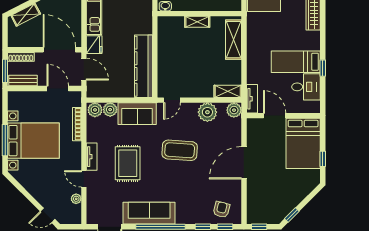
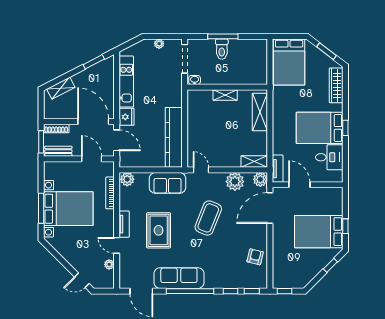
bed: (296, 62) -> (320, 128), width x1.50
window: (323, 68) -> (345, 128), moved
door: (172, 100) -> (201, 170), swing flipped
plant: (110, 110) -> (142, 179), removed
bed: (303, 143) -> (319, 232), moved, turned 90
coffee table: (180, 150) -> (208, 218), turned -72
door: (244, 163) -> (270, 208), moved
armchair: (221, 209) -> (255, 257), moved
window: (292, 215) -> (330, 265), moved

